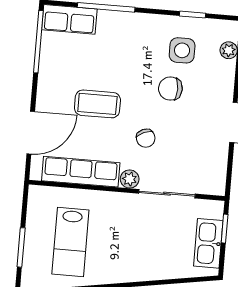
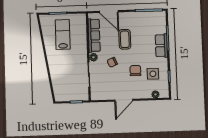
row of seats: (69, 19) -> (161, 46), moved
lab bench: (70, 242) -> (63, 35), turned 90
kitchen sink: (208, 243) -> (69, 95), removed

